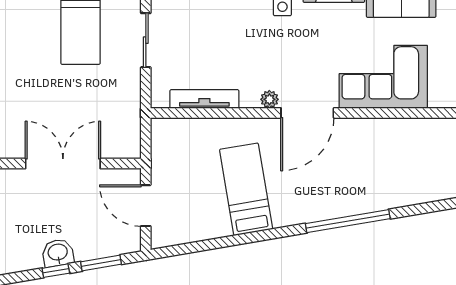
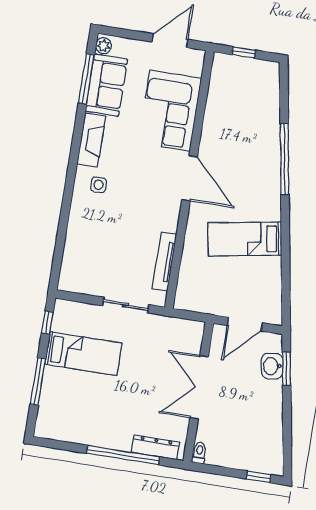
sliding door: (146, 40) -> (126, 305), moved
plant: (269, 99) -> (173, 208), removed
washbasin: (58, 253) -> (272, 366), moved
window: (56, 271) -> (287, 407), removed

